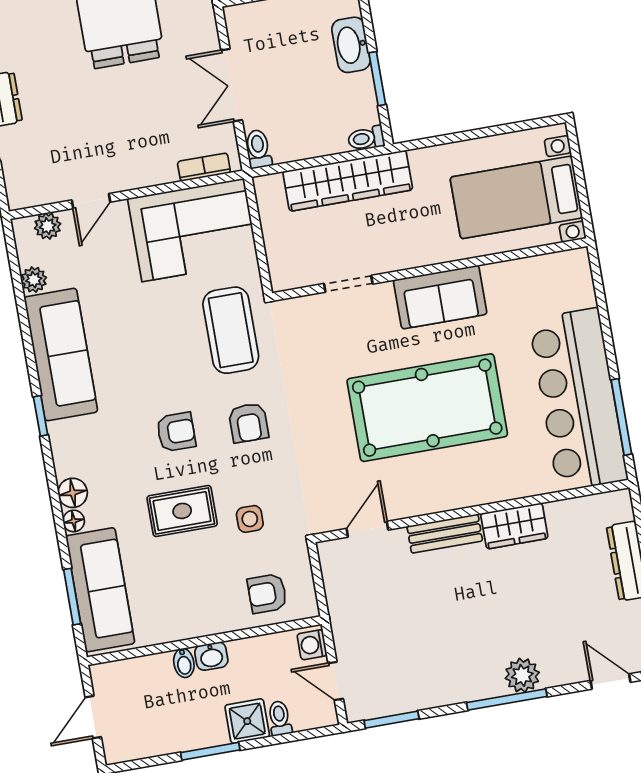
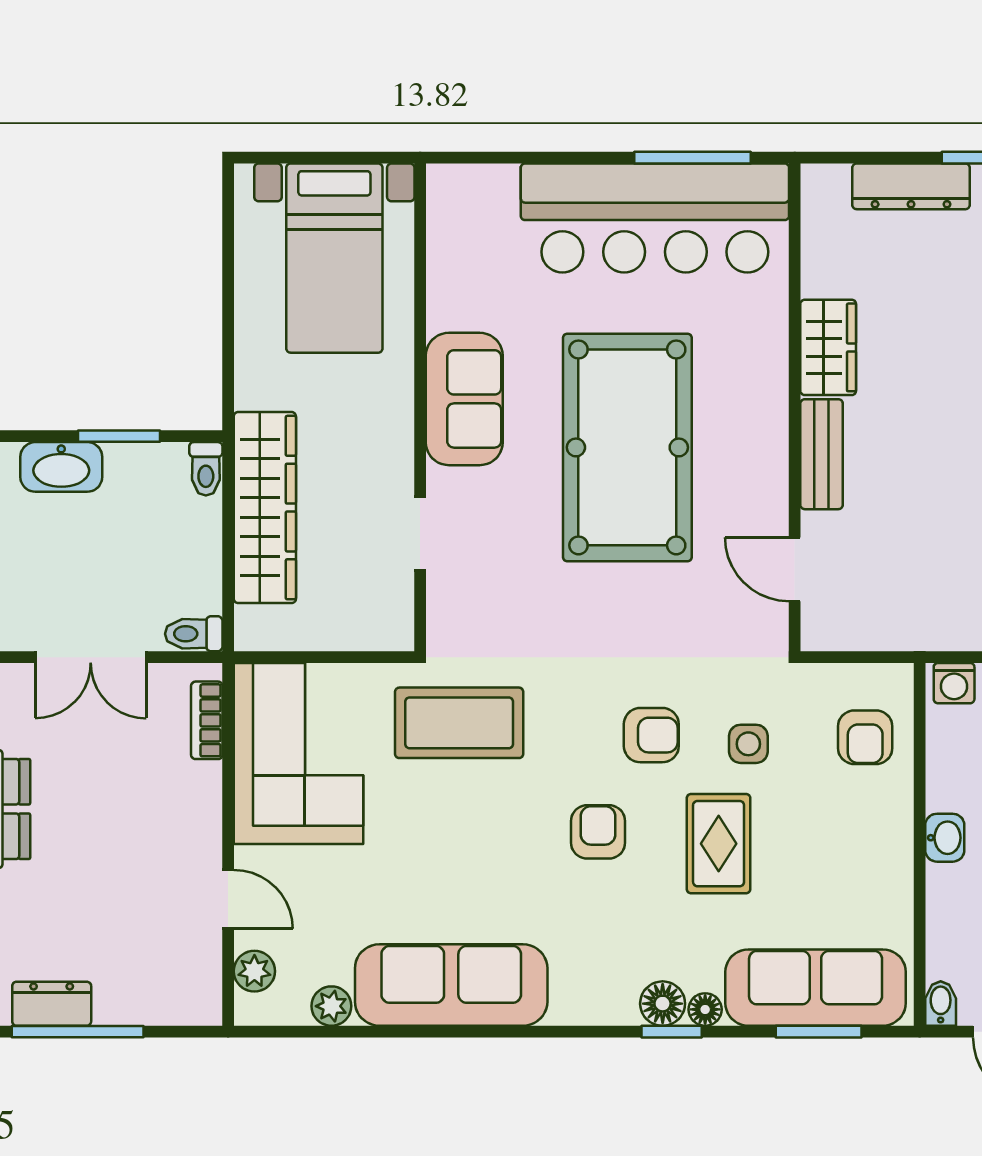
window: (41, 416) -> (672, 1032), moved
armchair: (248, 423) -> (651, 735), moved
bidet: (184, 663) -> (941, 1003), moved, turned -90

